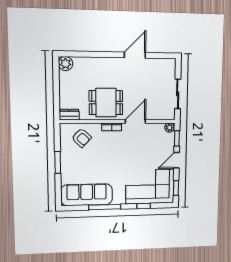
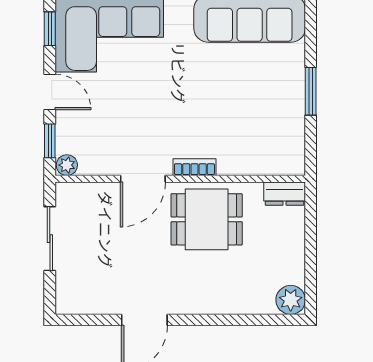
armchair: (81, 138) -> (259, 144), removed
door: (177, 160) -> (50, 92), hinge flipped

